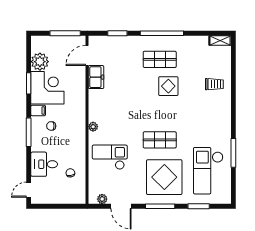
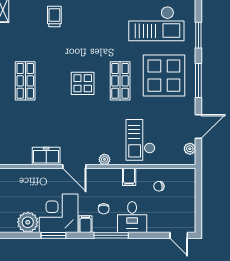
door: (87, 55) -> (74, 167), moved
display table: (168, 86) -> (83, 83), moved
filing cabinet: (78, 147) -> (129, 177), added
desk: (44, 164) -> (132, 217), moved

